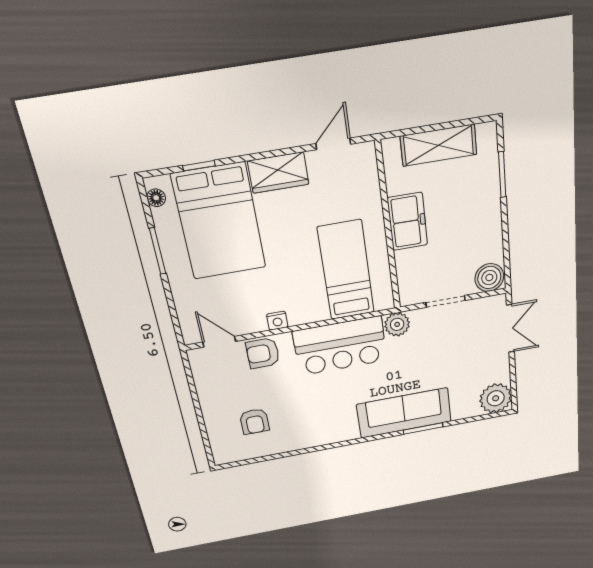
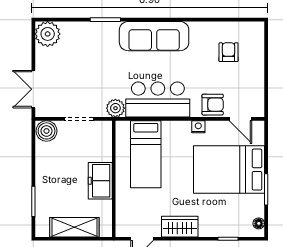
bed: (219, 222) -> (229, 170), moved, turned -90
sofa: (404, 413) -> (154, 36), moved

